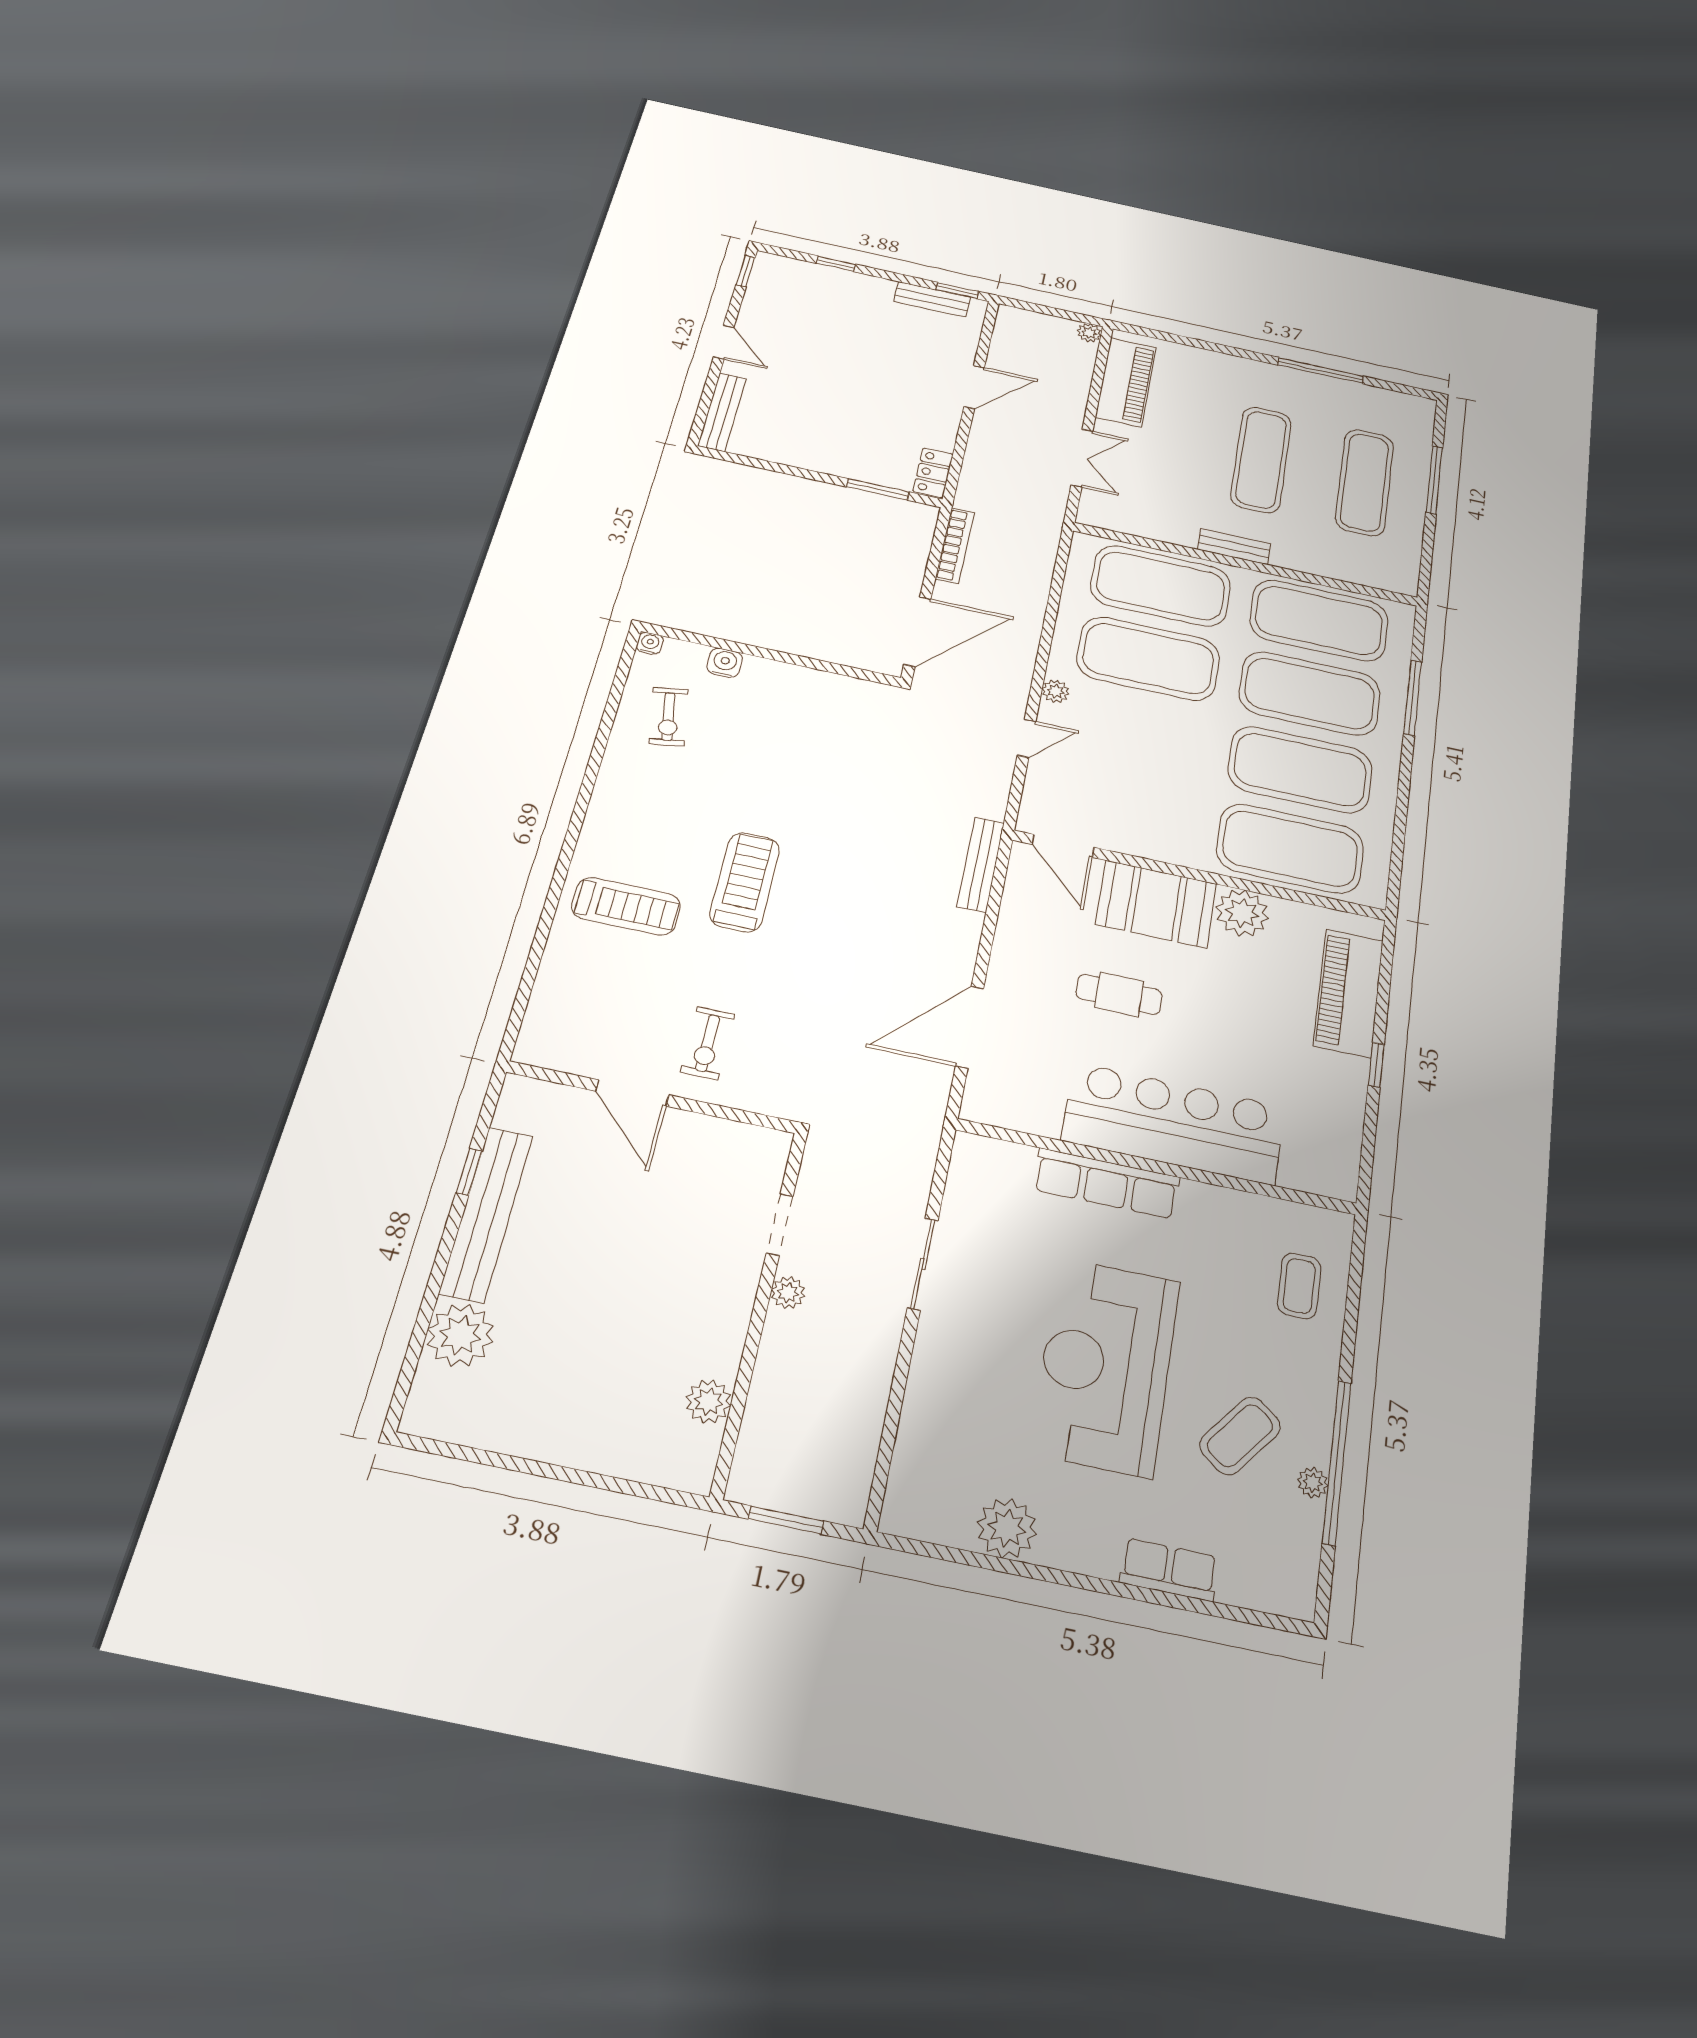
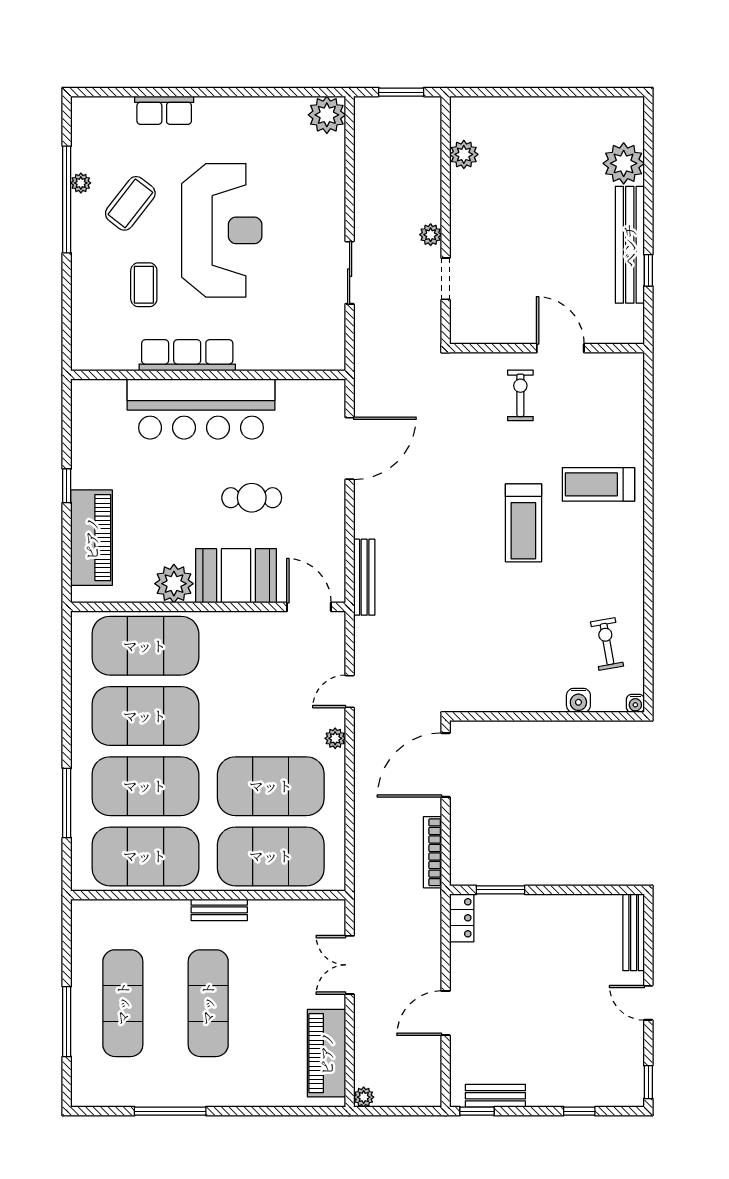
row of seats: (1106, 1183) -> (187, 355), moved
coffee table: (1299, 1286) -> (144, 285), moved
plant: (1007, 1528) -> (327, 115), moved

